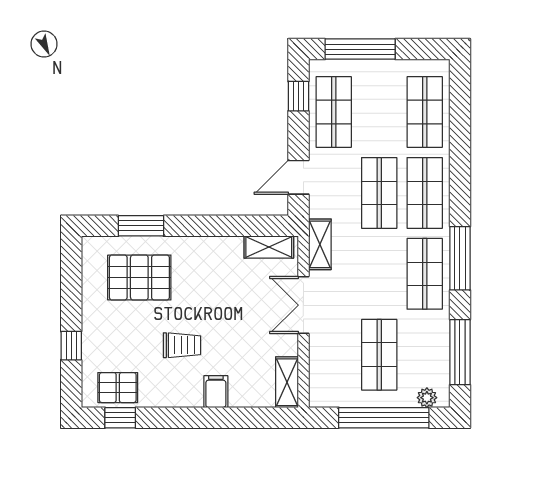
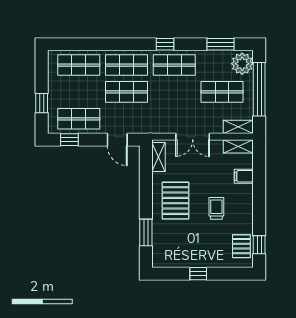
window: (360, 49) -> (42, 103), width x0.46
shelving: (320, 244) -> (238, 127), moved
window: (460, 258) -> (165, 44), width x0.46
pallet: (139, 277) -> (175, 201), moved
window: (71, 346) -> (198, 274), moved
window: (460, 352) -> (221, 44), width x0.69
filing cabinet: (216, 392) -> (244, 176), moved
plant: (427, 398) -> (242, 64), width x1.87, depth x1.87

